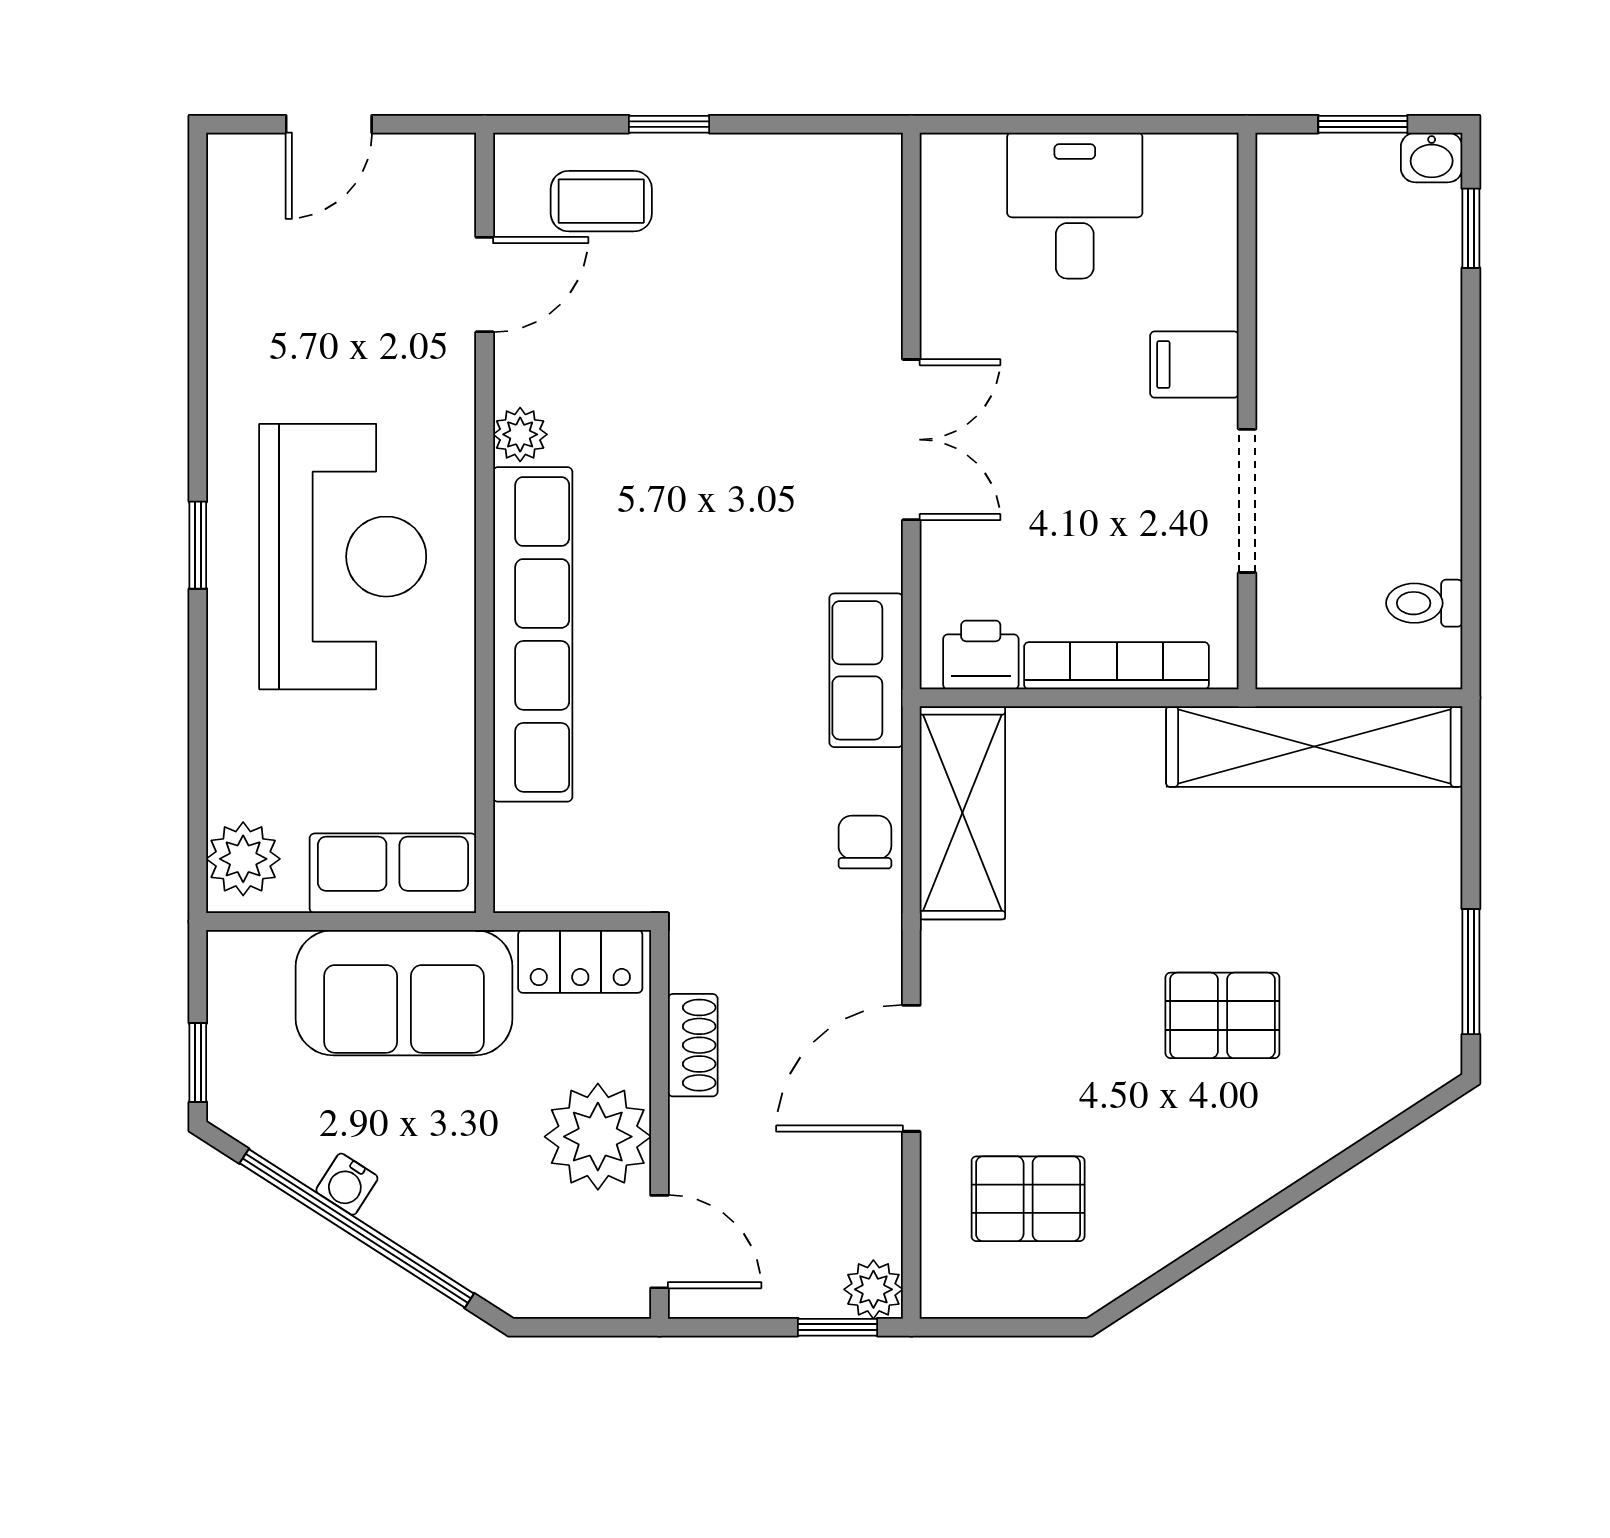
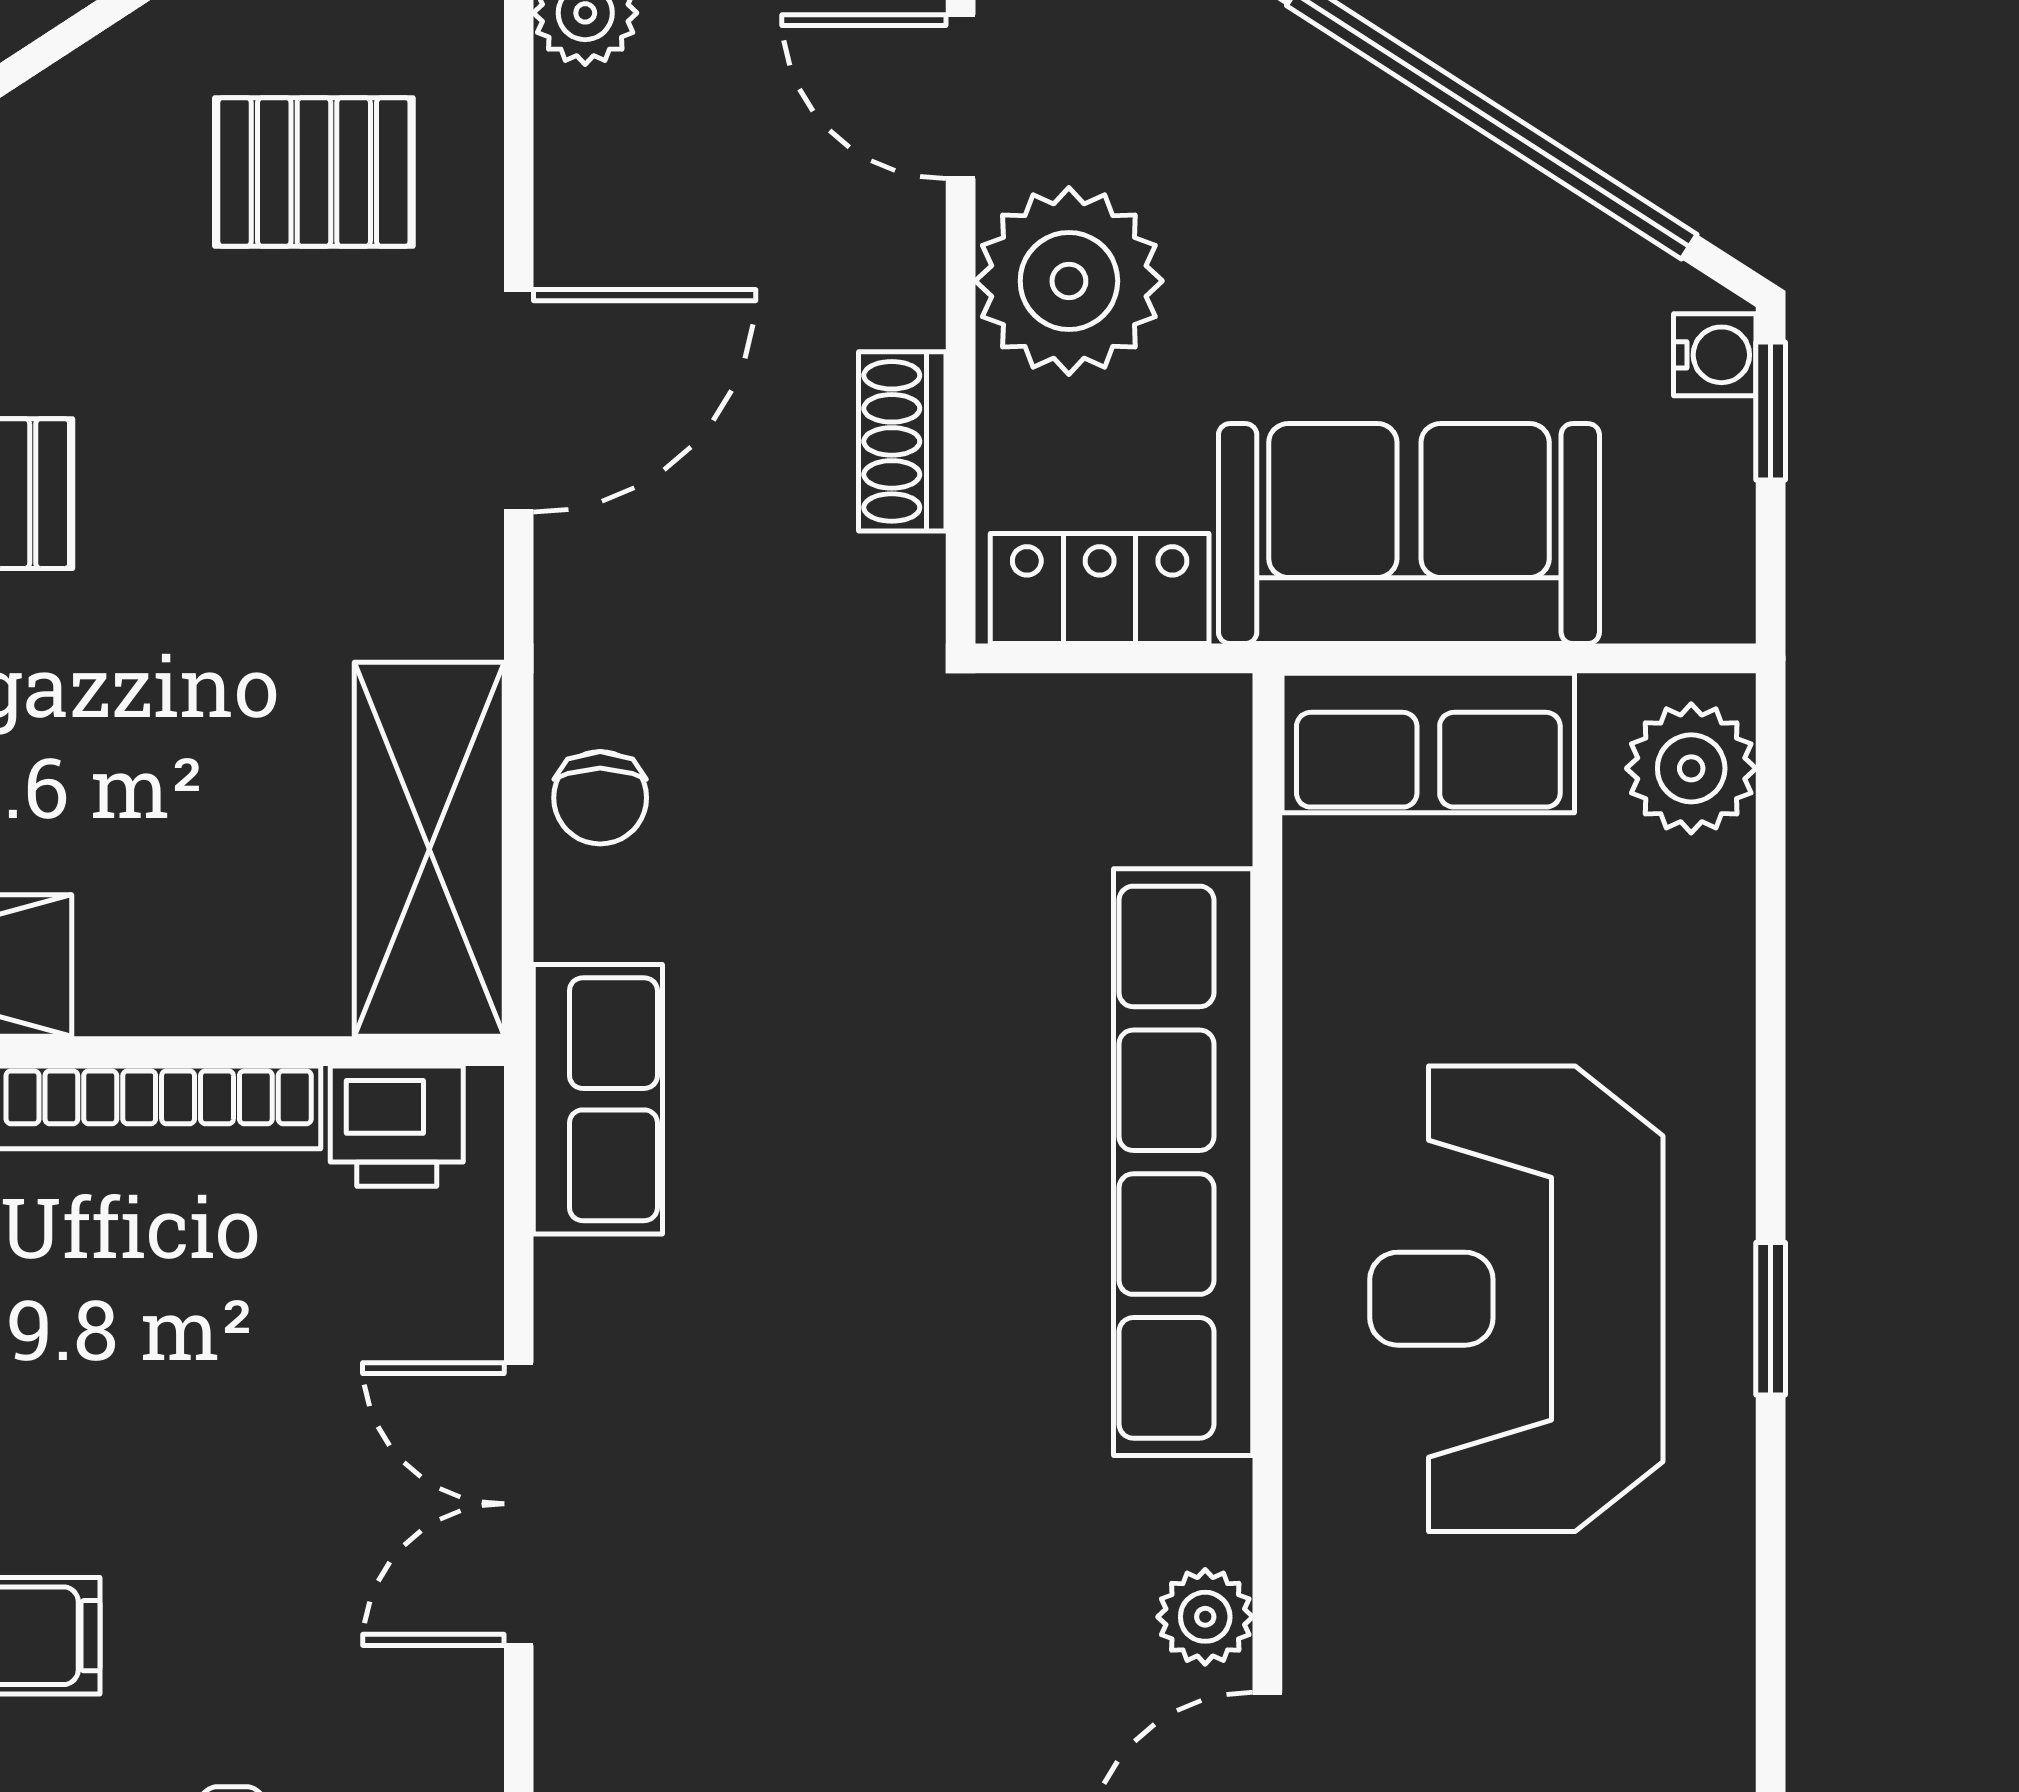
plant: (520, 434) -> (1205, 1617), moved
water cooler: (347, 1184) -> (1715, 355), moved, turned 57

